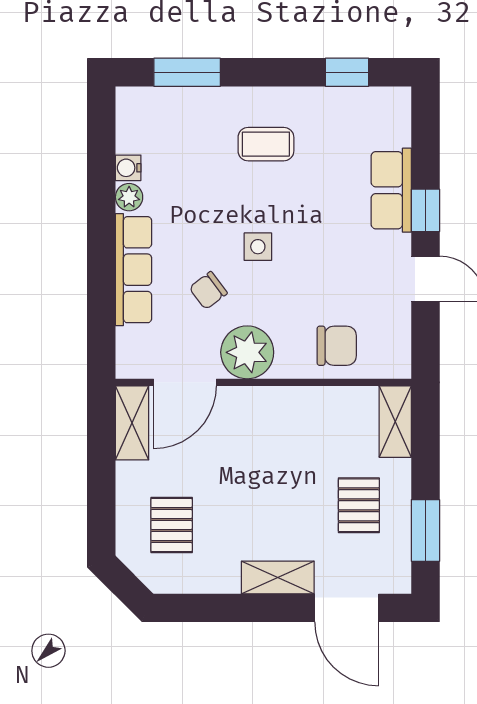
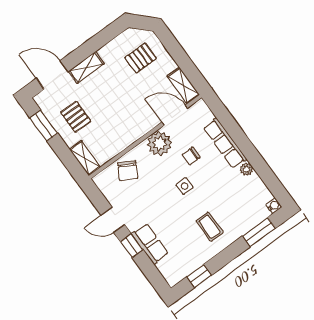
coffee table: (266, 144) -> (210, 227), turned 90
water cooler: (128, 168) -> (274, 206), moved
chair: (208, 290) -> (191, 156), turned -143
chair: (337, 346) -> (128, 171), turned -61
door: (185, 382) -> (175, 115), hinge flipped
pallet: (172, 525) -> (141, 58), turned 90

